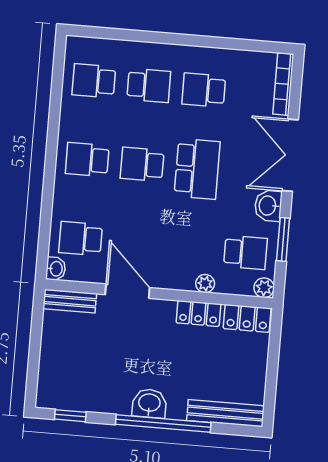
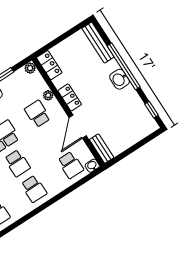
school desk: (245, 252) -> (37, 114), moved
locker: (198, 313) -> (70, 97), moved

